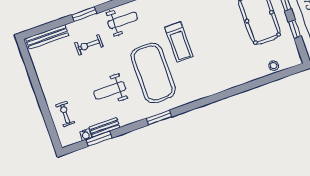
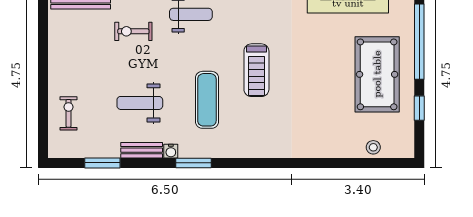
exercise mat: (153, 73) -> (207, 100), width x0.50, depth x0.69
bench: (105, 127) -> (142, 150), moved
water cooler: (86, 135) -> (171, 151), moved

